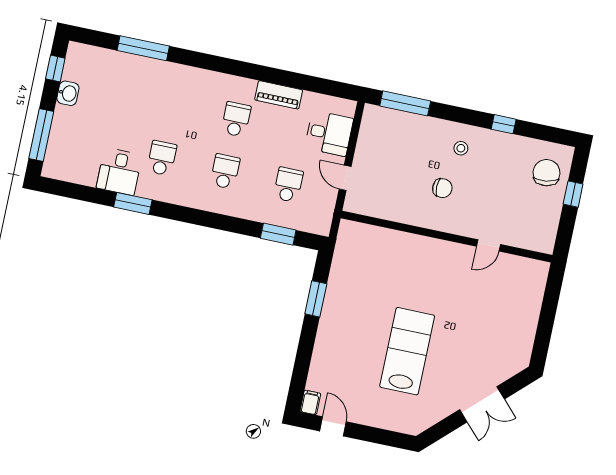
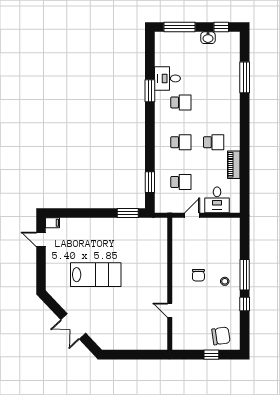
window: (405, 103) -> (245, 275), moved
window: (316, 299) -> (128, 213), moved
door: (333, 426) -> (41, 240), swing flipped

